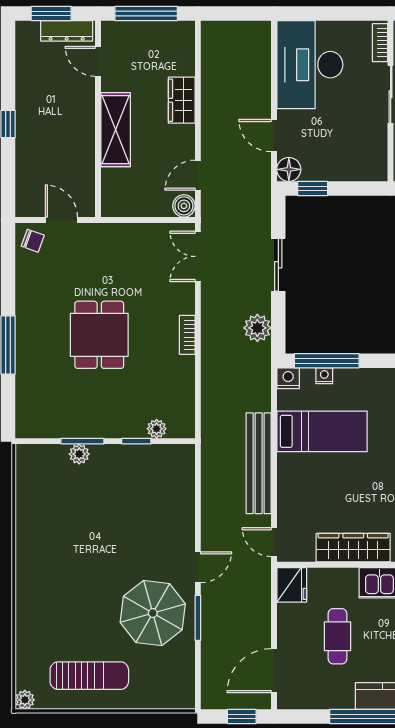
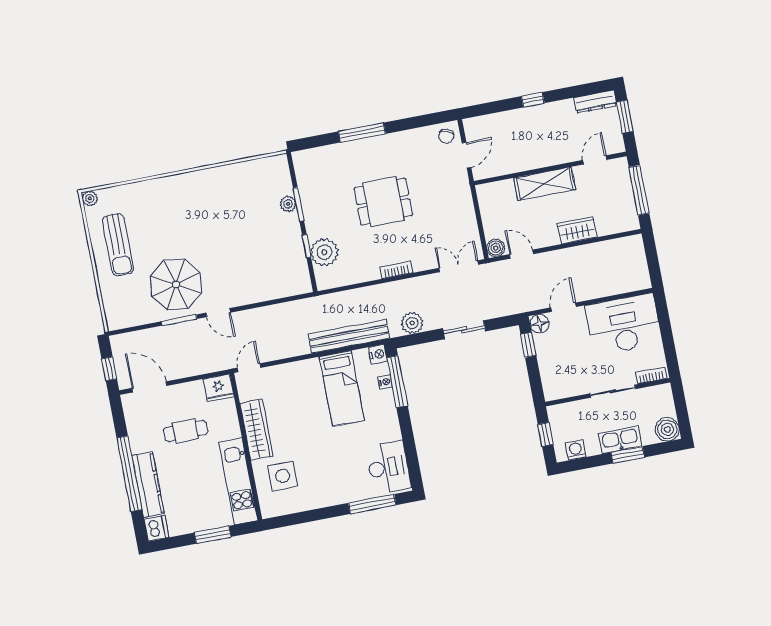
dresser: (67, 31) -> (595, 102), moved, turned -90
plant: (157, 429) -> (324, 252), width x1.88, depth x1.88
bench: (259, 463) -> (349, 336), moved

